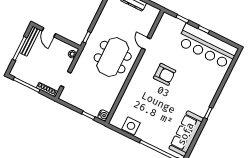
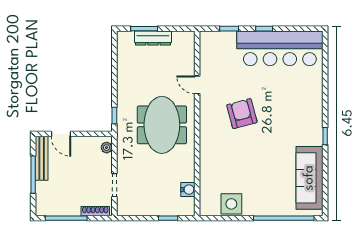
armchair: (165, 74) -> (242, 114), turned -105
water cooler: (103, 115) -> (188, 190), moved

